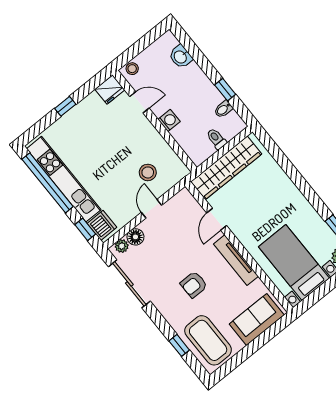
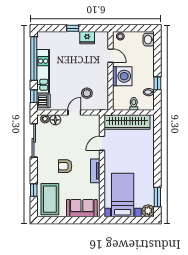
washbasin: (181, 57) -> (149, 40), moved
fridge: (110, 89) -> (87, 38), moved
washing machine: (169, 121) -> (122, 76), width x1.89, depth x1.89
kitchen unit: (64, 179) -> (43, 71), width x0.73
tv unit: (236, 260) -> (95, 171), width x0.71

